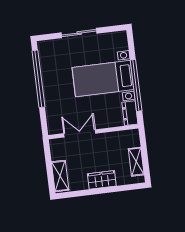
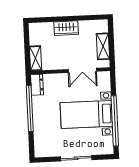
bed with nightstands: (103, 79) -> (86, 114), moved, turned 180
shelving: (136, 162) -> (36, 58), moved
shelving: (60, 176) -> (103, 46), moved

